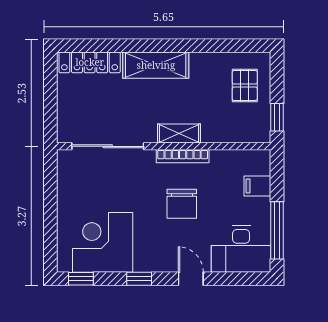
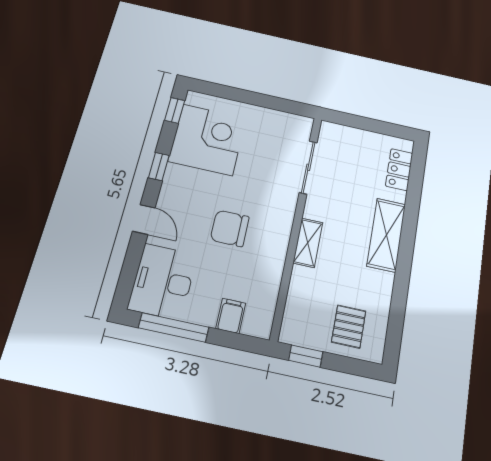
locker: (90, 62) -> (399, 170), width x0.66
pallet: (245, 86) -> (349, 327), turned 90
sliding door: (108, 146) -> (308, 167), width x0.73
bookcase: (183, 156) -> (282, 241), removed
door: (191, 279) -> (144, 219), hinge flipped

